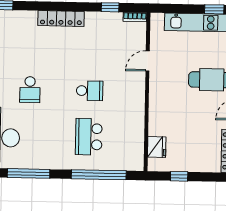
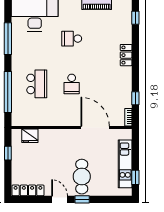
locker: (61, 19) -> (126, 55), width x0.66
door: (148, 61) -> (95, 128), width x1.88
school desk: (89, 137) -> (37, 84), turned 90

